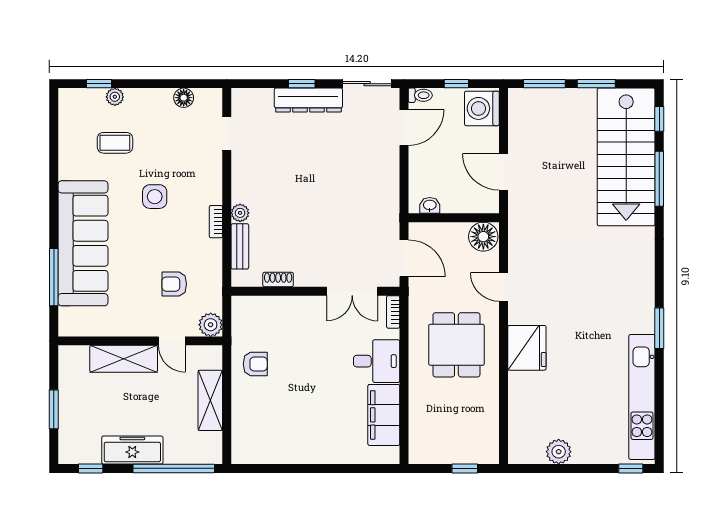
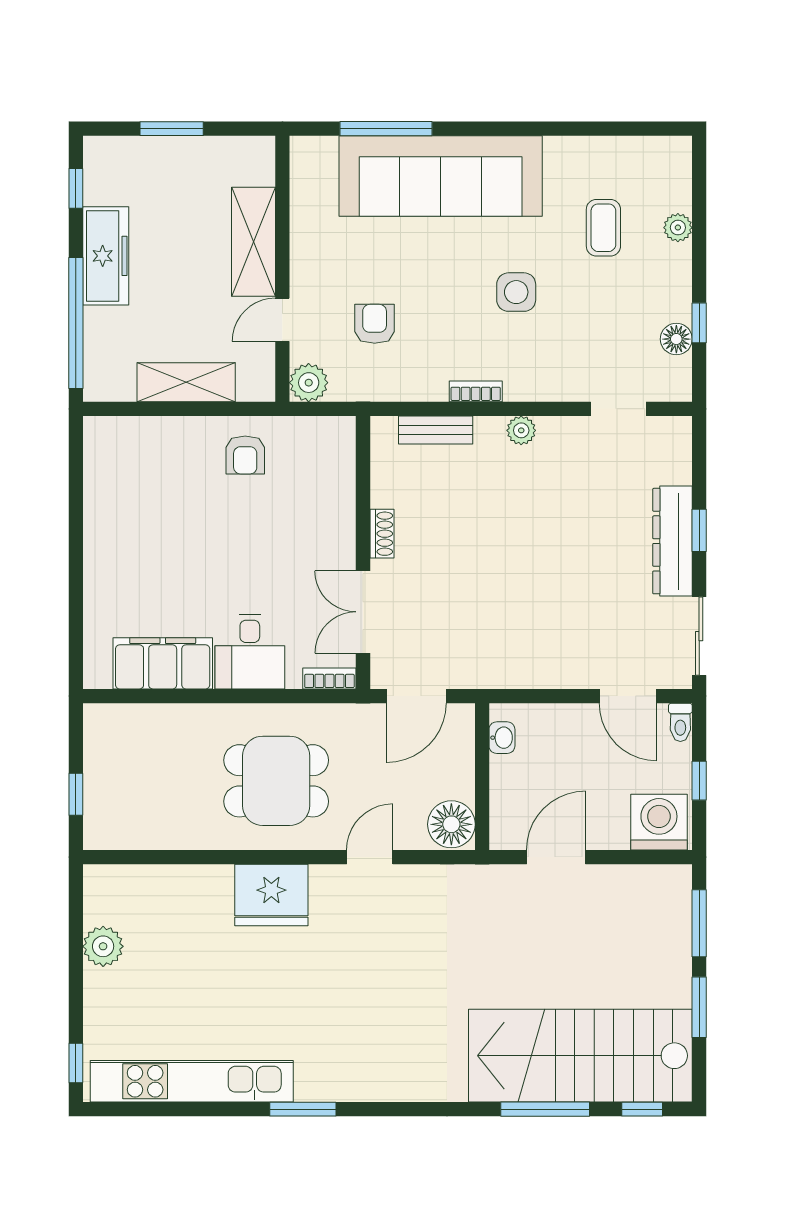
window: (99, 84) -> (699, 323), moved
plant: (240, 213) -> (521, 430), moved
shoe rack: (278, 280) -> (382, 534), moved

